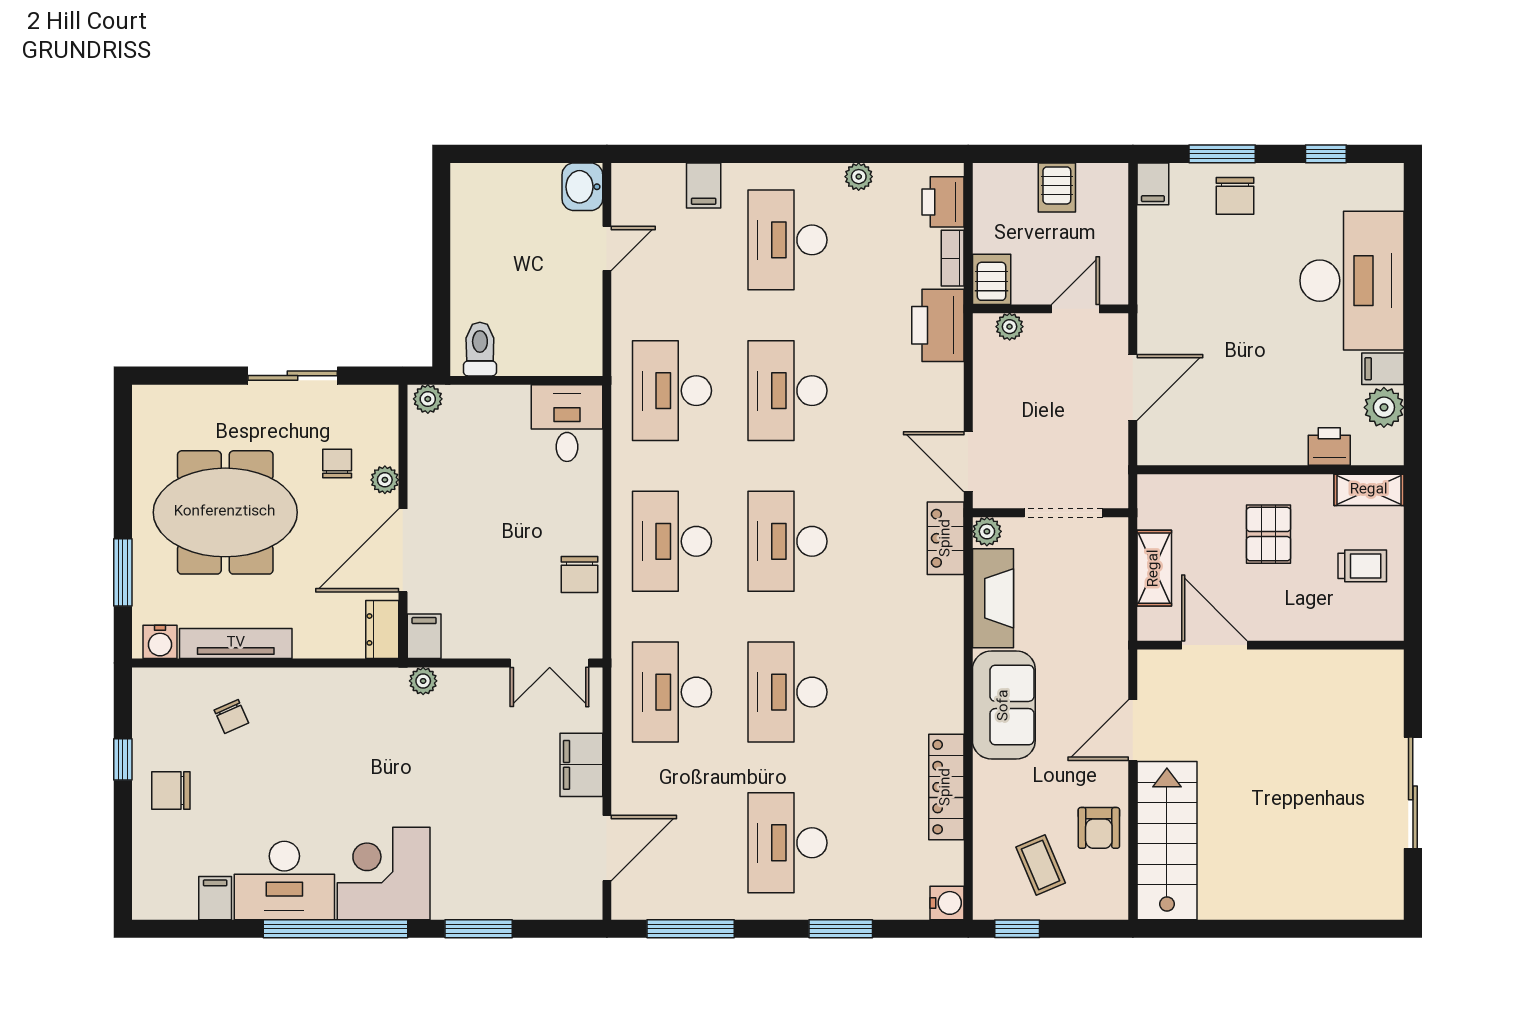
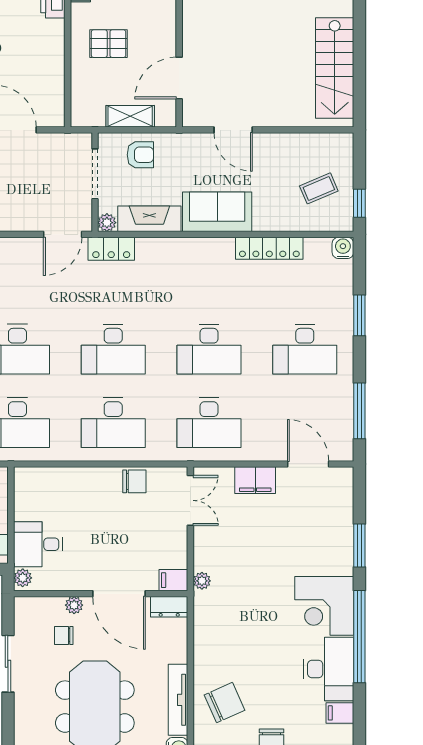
desk: (567, 423) -> (38, 544), moved
chair: (231, 717) -> (225, 703), width x1.87, depth x1.87
armchair: (1099, 828) -> (140, 155), moved
stairs: (1167, 841) -> (335, 68), moved, turned -90

